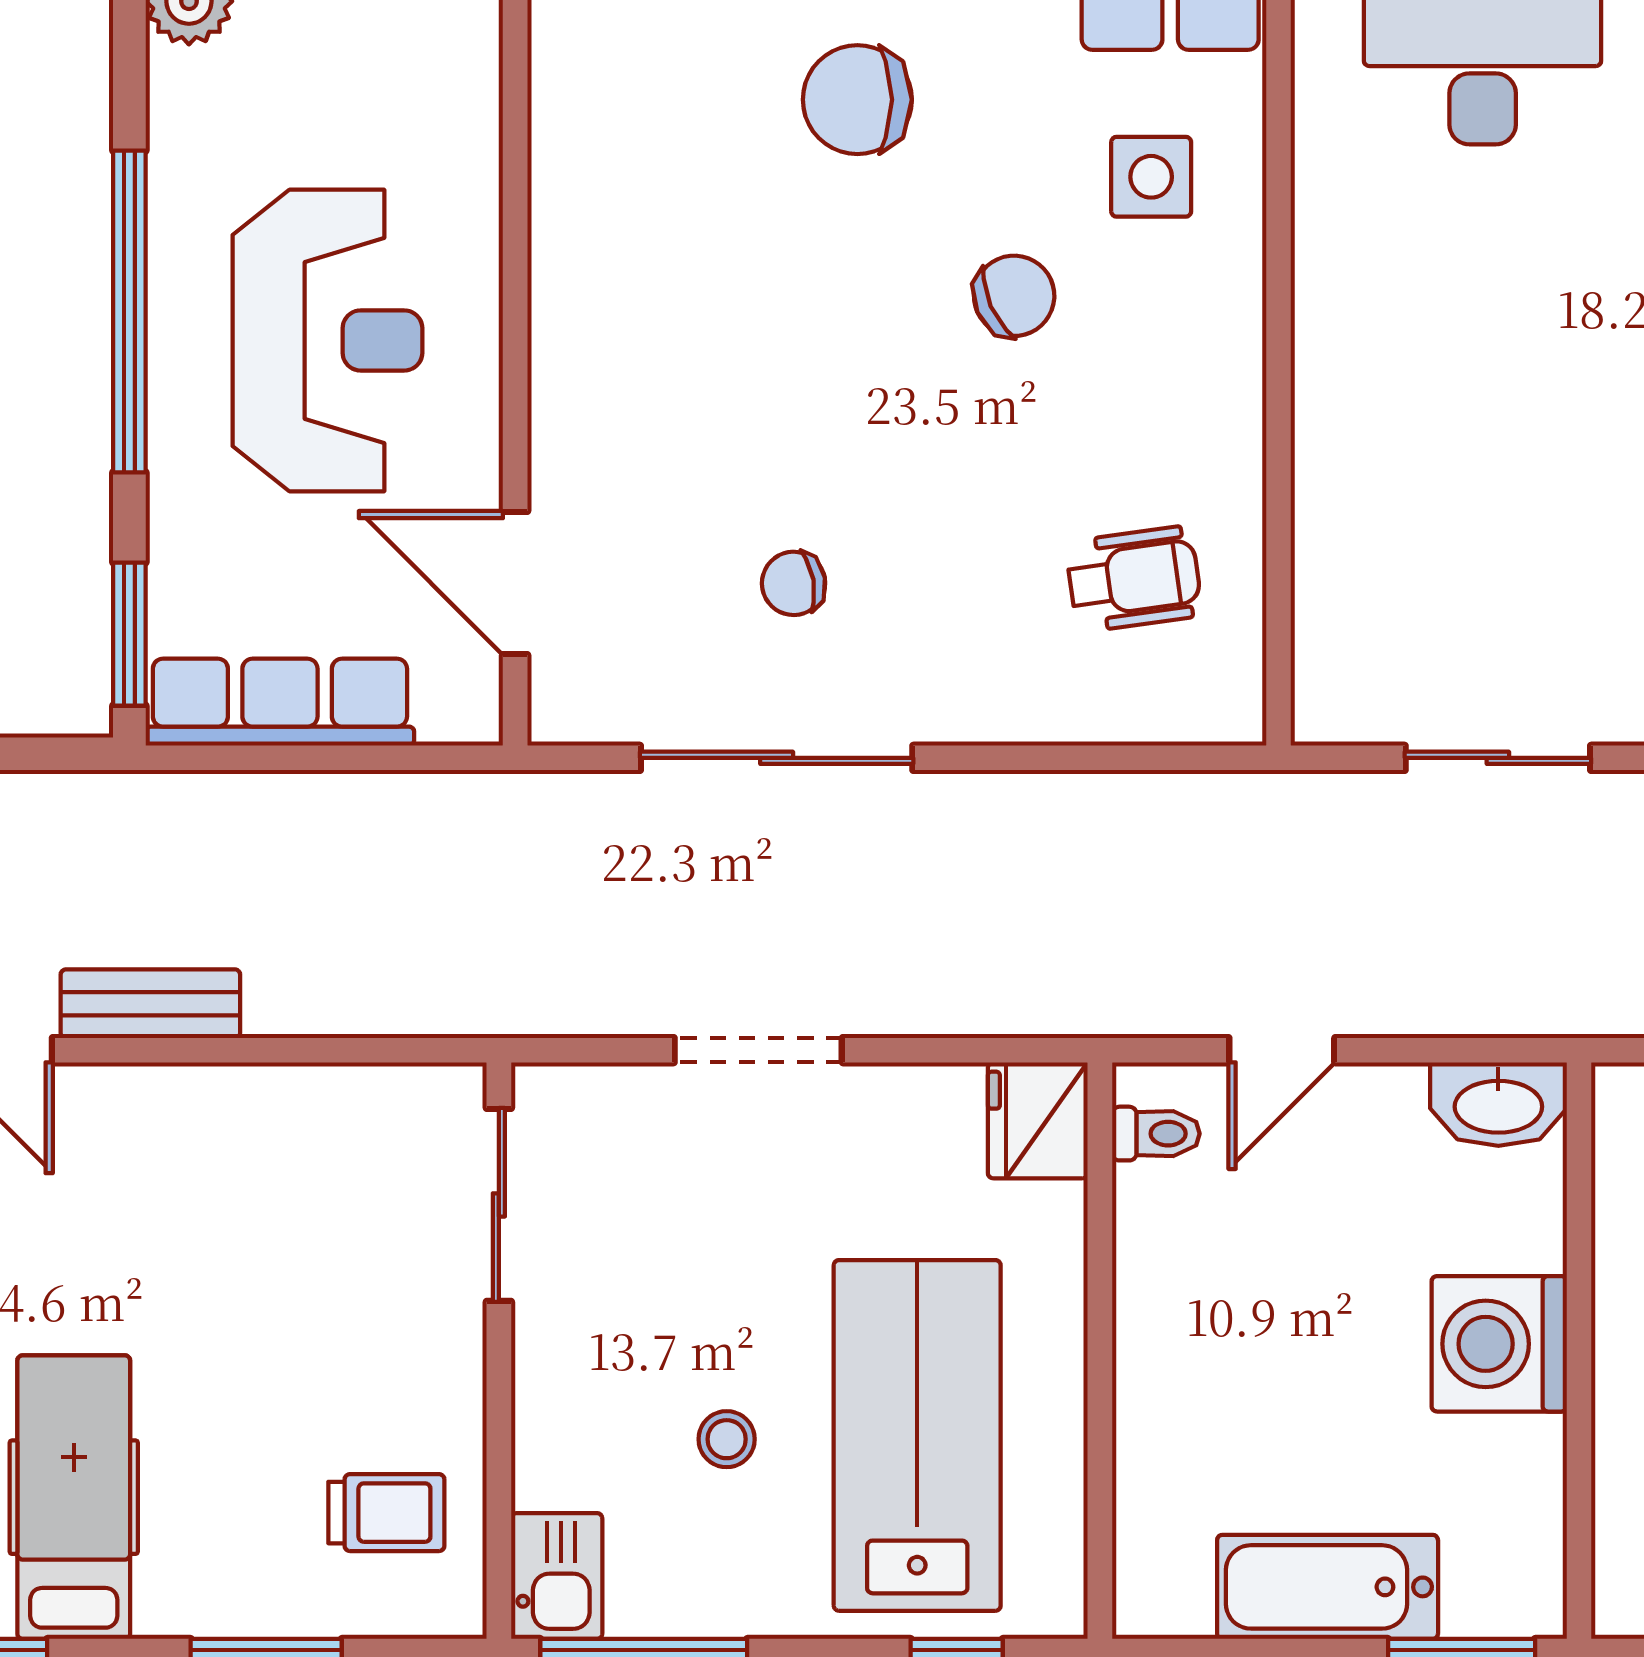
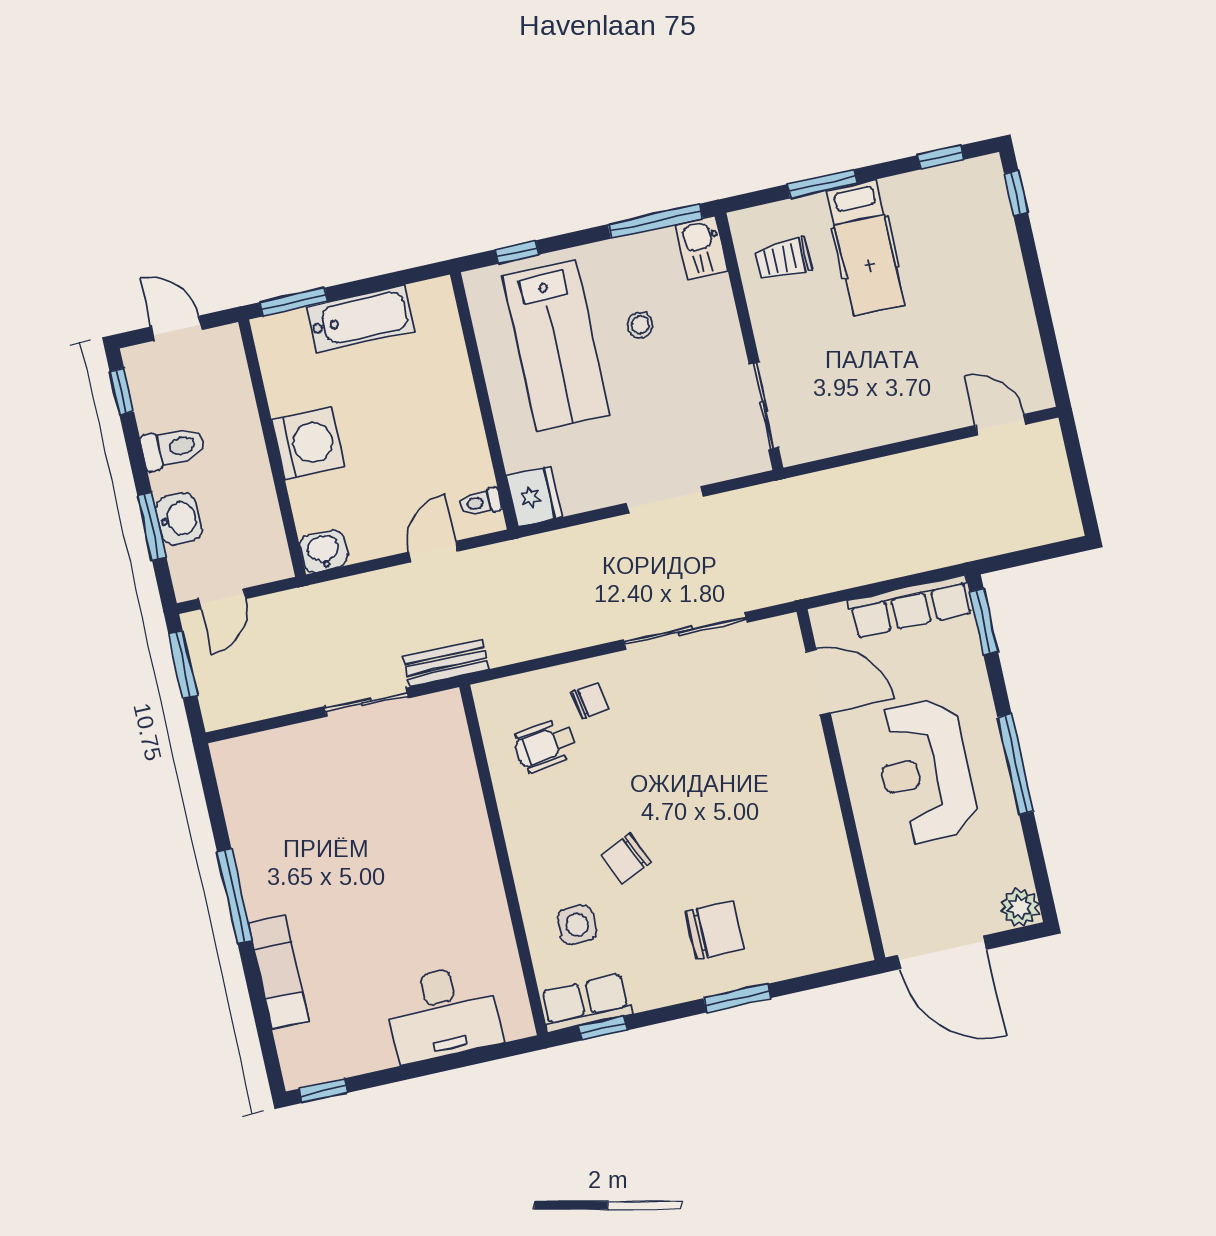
window: (129, 311) -> (1015, 764), width x0.68
chair: (794, 583) -> (590, 700), moved
bench: (150, 1004) -> (446, 663), moved
washbasin: (1498, 1104) -> (324, 551), width x0.72
hospital bed: (74, 1497) -> (865, 248), moved

